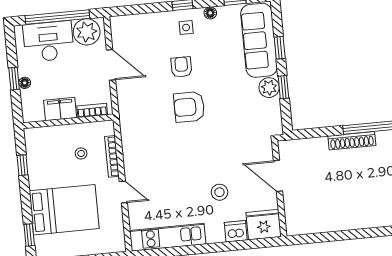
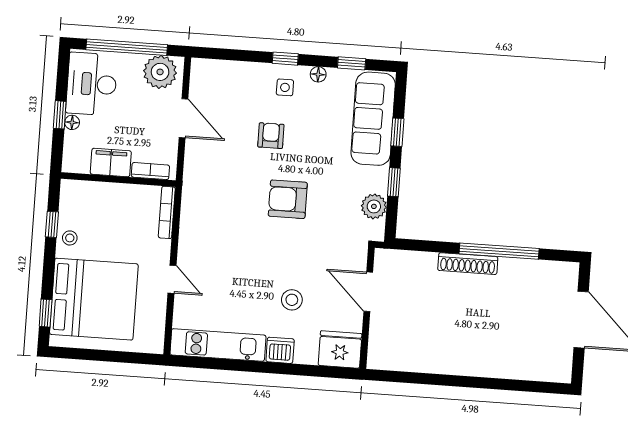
desk: (48, 41) -> (92, 84), moved, turned -90
plant: (269, 88) -> (374, 206), moved
armchair: (189, 107) -> (288, 199), moved
stool: (81, 153) -> (70, 238), moved
bookcase: (112, 156) -> (167, 212), moved
bed: (64, 210) -> (94, 299), width x1.36
dishwasher: (236, 231) -> (280, 350), moved

